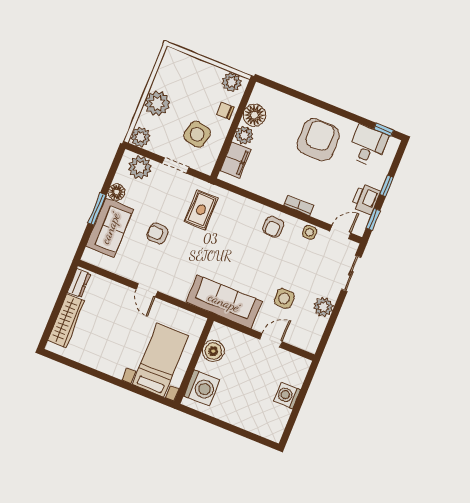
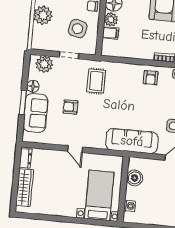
plant: (140, 137) -> (38, 43), removed
filing cabinet: (235, 160) -> (111, 33), width x0.50
washing machine: (202, 388) -> (130, 206), width x0.53, depth x0.53

